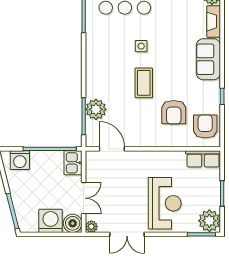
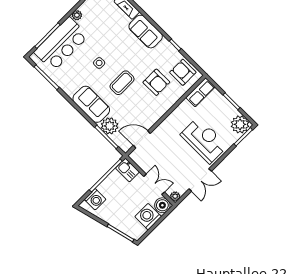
sofa: (99, 75) -> (91, 104), added
coffee table: (144, 83) -> (122, 83), turned 90

